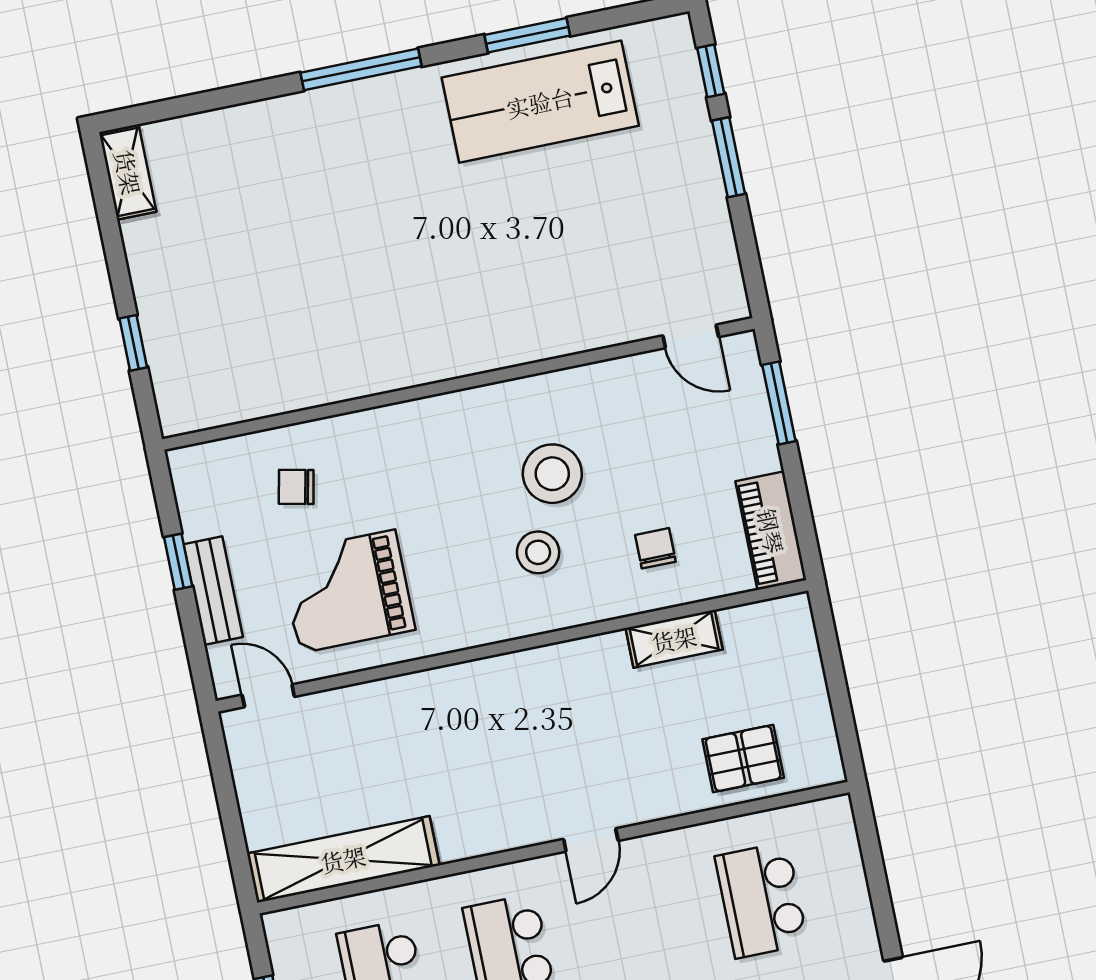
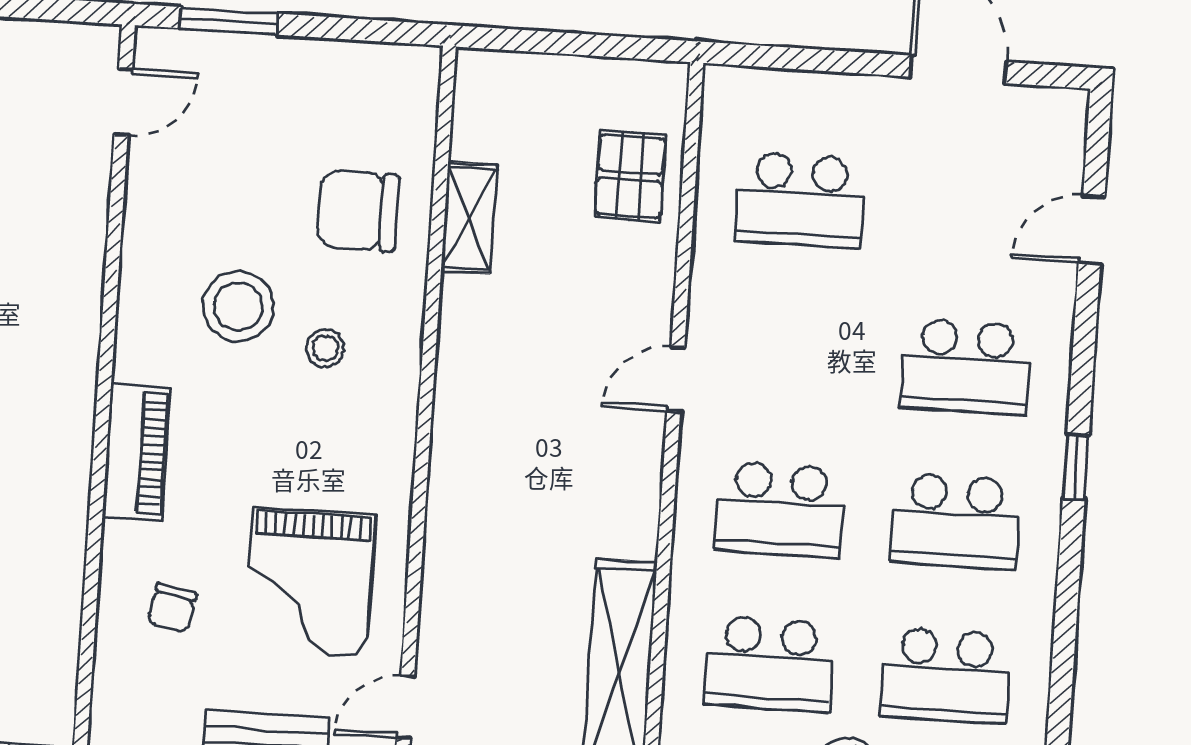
piano: (771, 531) -> (136, 452), moved, turned -90
chair: (655, 548) -> (358, 211), width x1.87, depth x1.87
stool: (538, 552) -> (325, 348), width x0.73, depth x0.73
door: (591, 840) -> (676, 379), swing flipped

